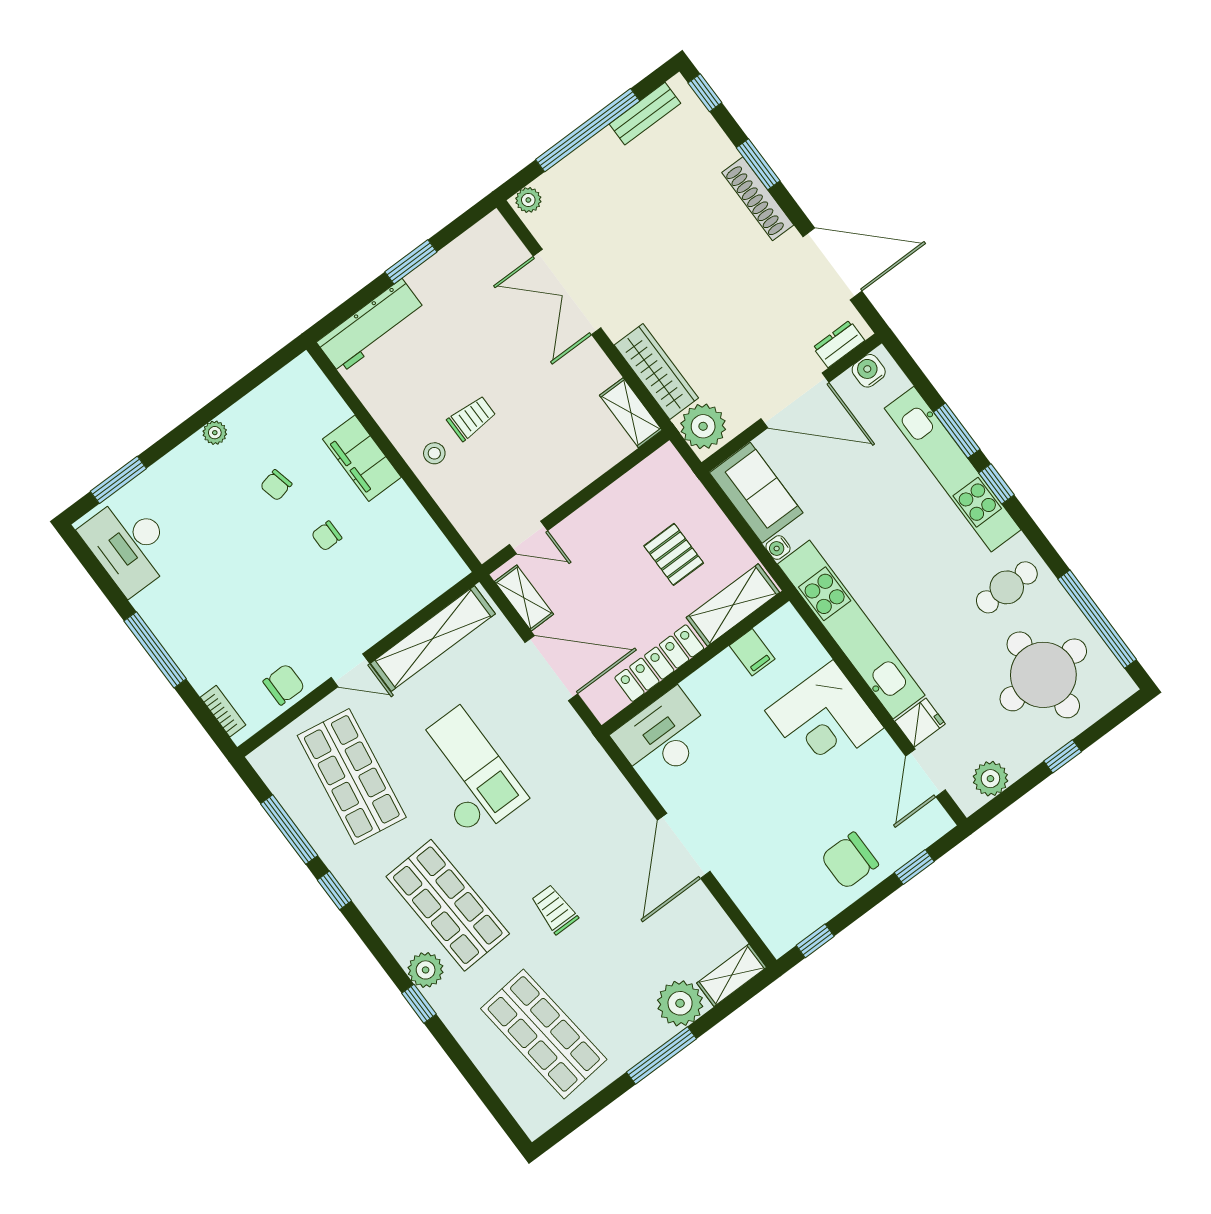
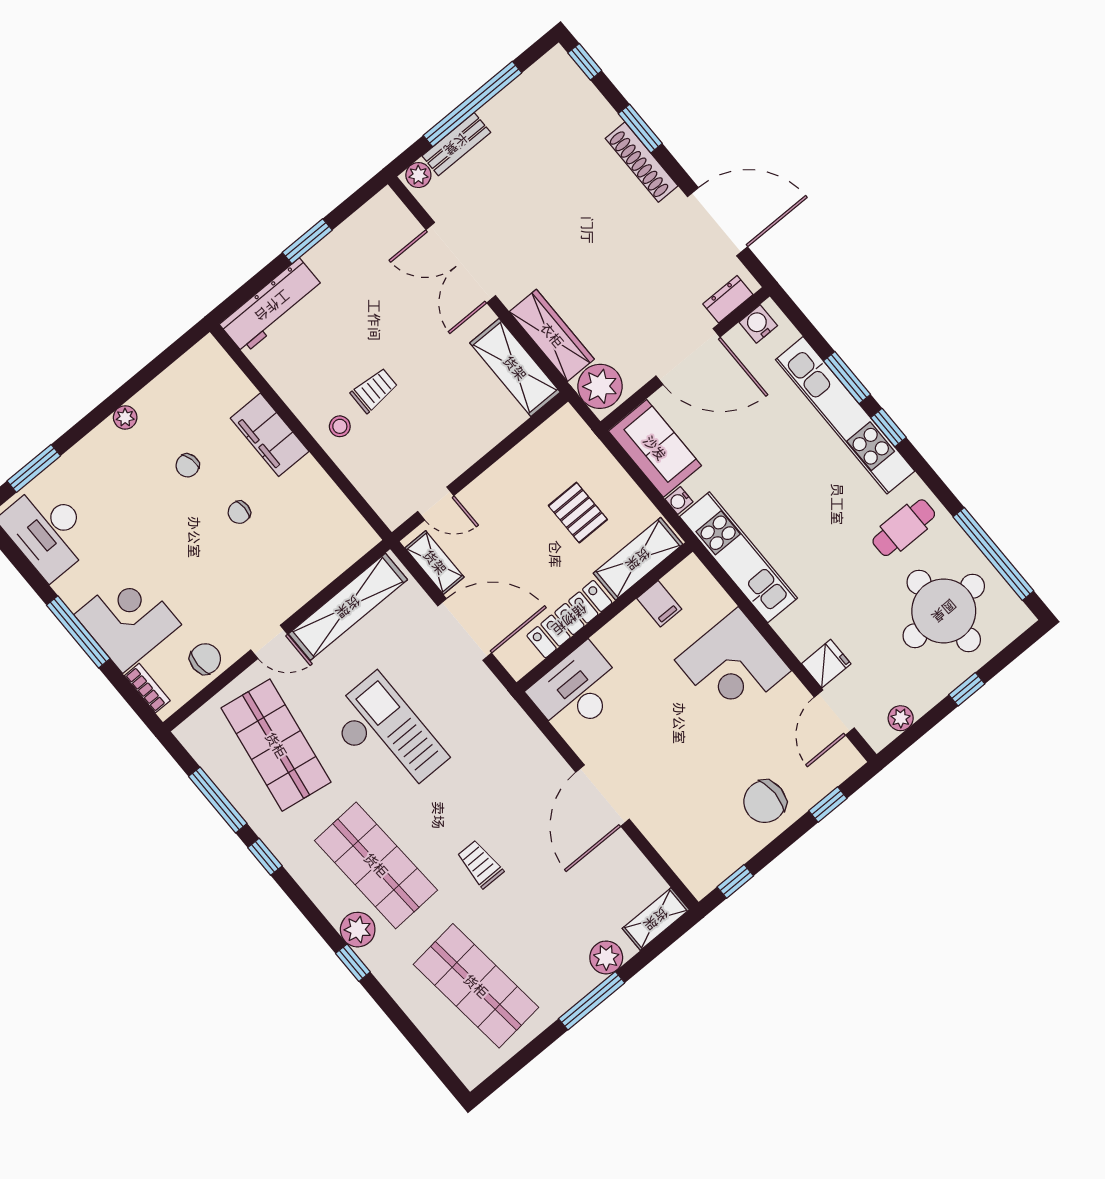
bench: (645, 114) -> (456, 144), moved
shelving: (631, 413) -> (515, 368), width x1.50, depth x1.33
kitchen unit: (851, 630) -> (738, 557), width x0.73
corner desk: (207, 640) -> (128, 620), added
plant: (990, 779) -> (901, 718), width x0.73, depth x0.73
plant: (680, 1003) -> (606, 957), width x0.73, depth x0.73

